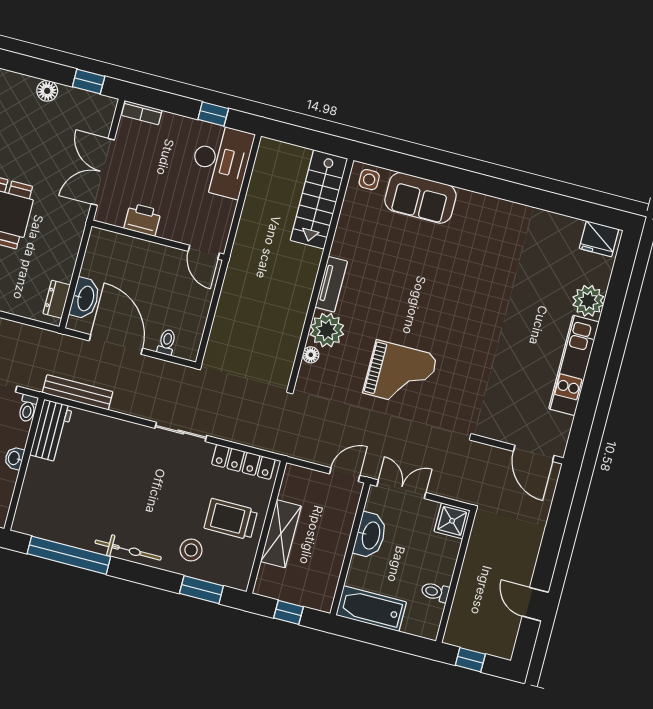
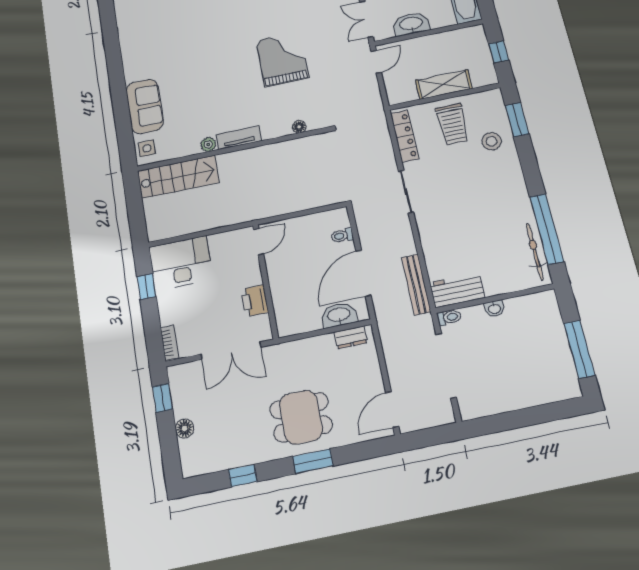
plant: (327, 330) -> (208, 145), moved, width x0.53, depth x0.53
door: (345, 475) -> (376, 62), swing flipped
bicycle: (128, 550) -> (535, 252), moved

